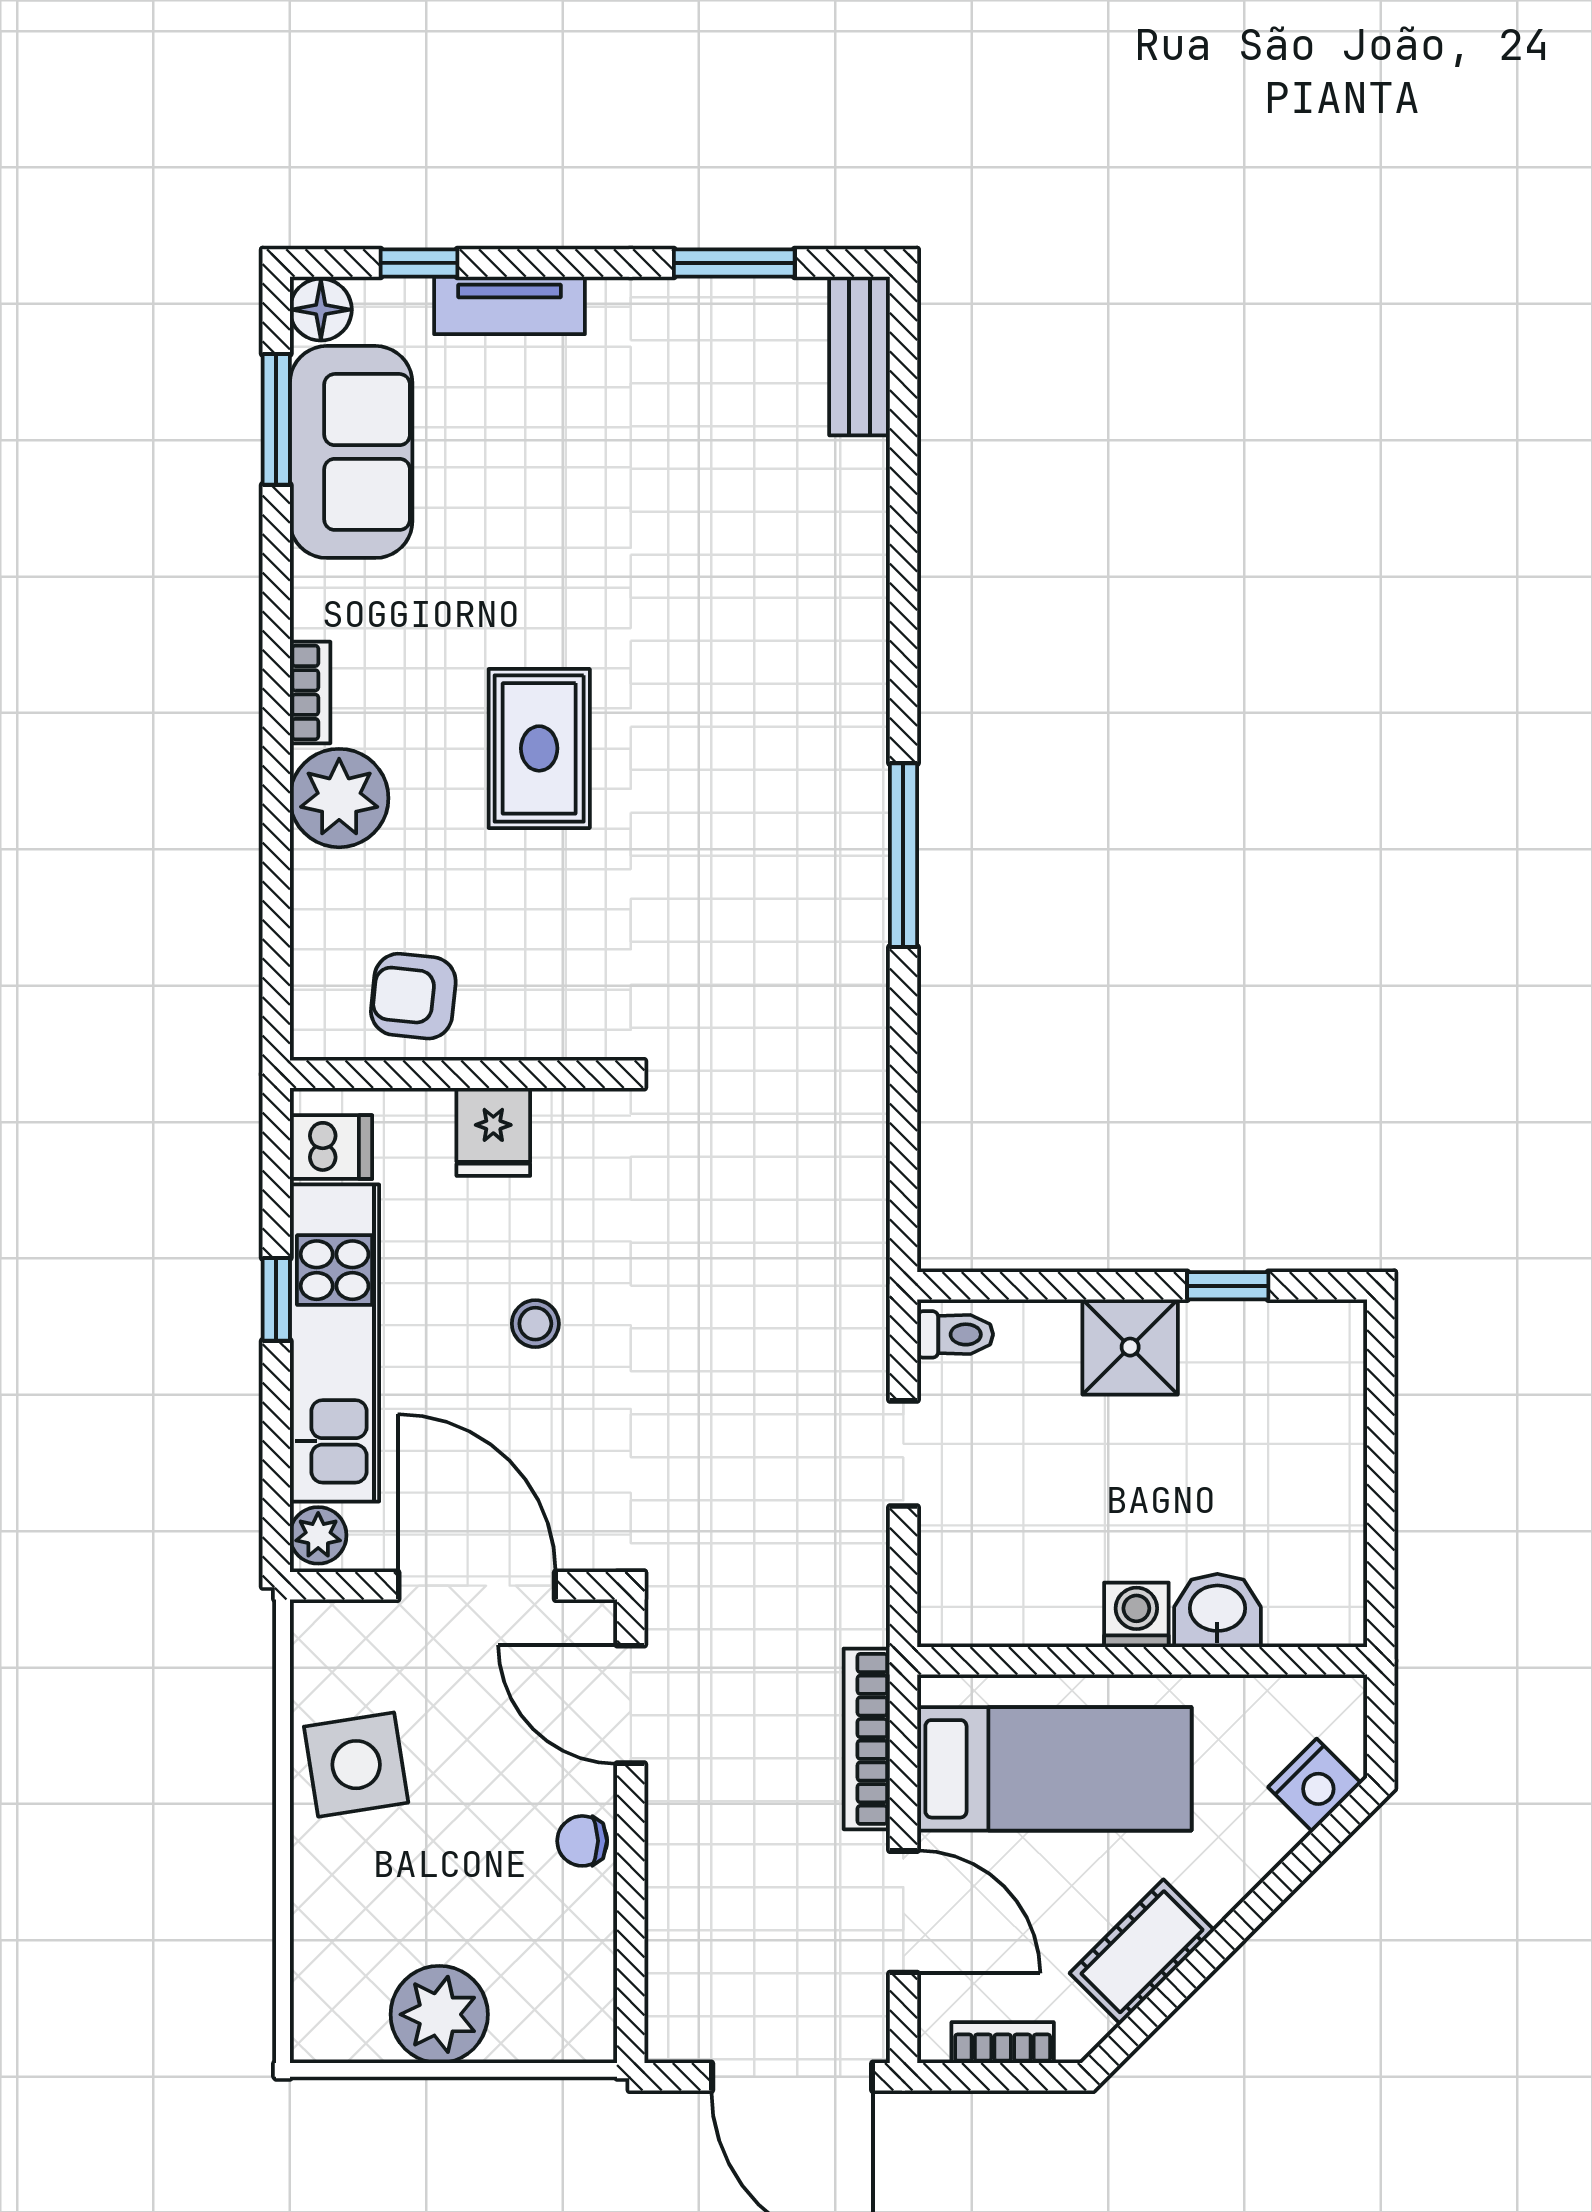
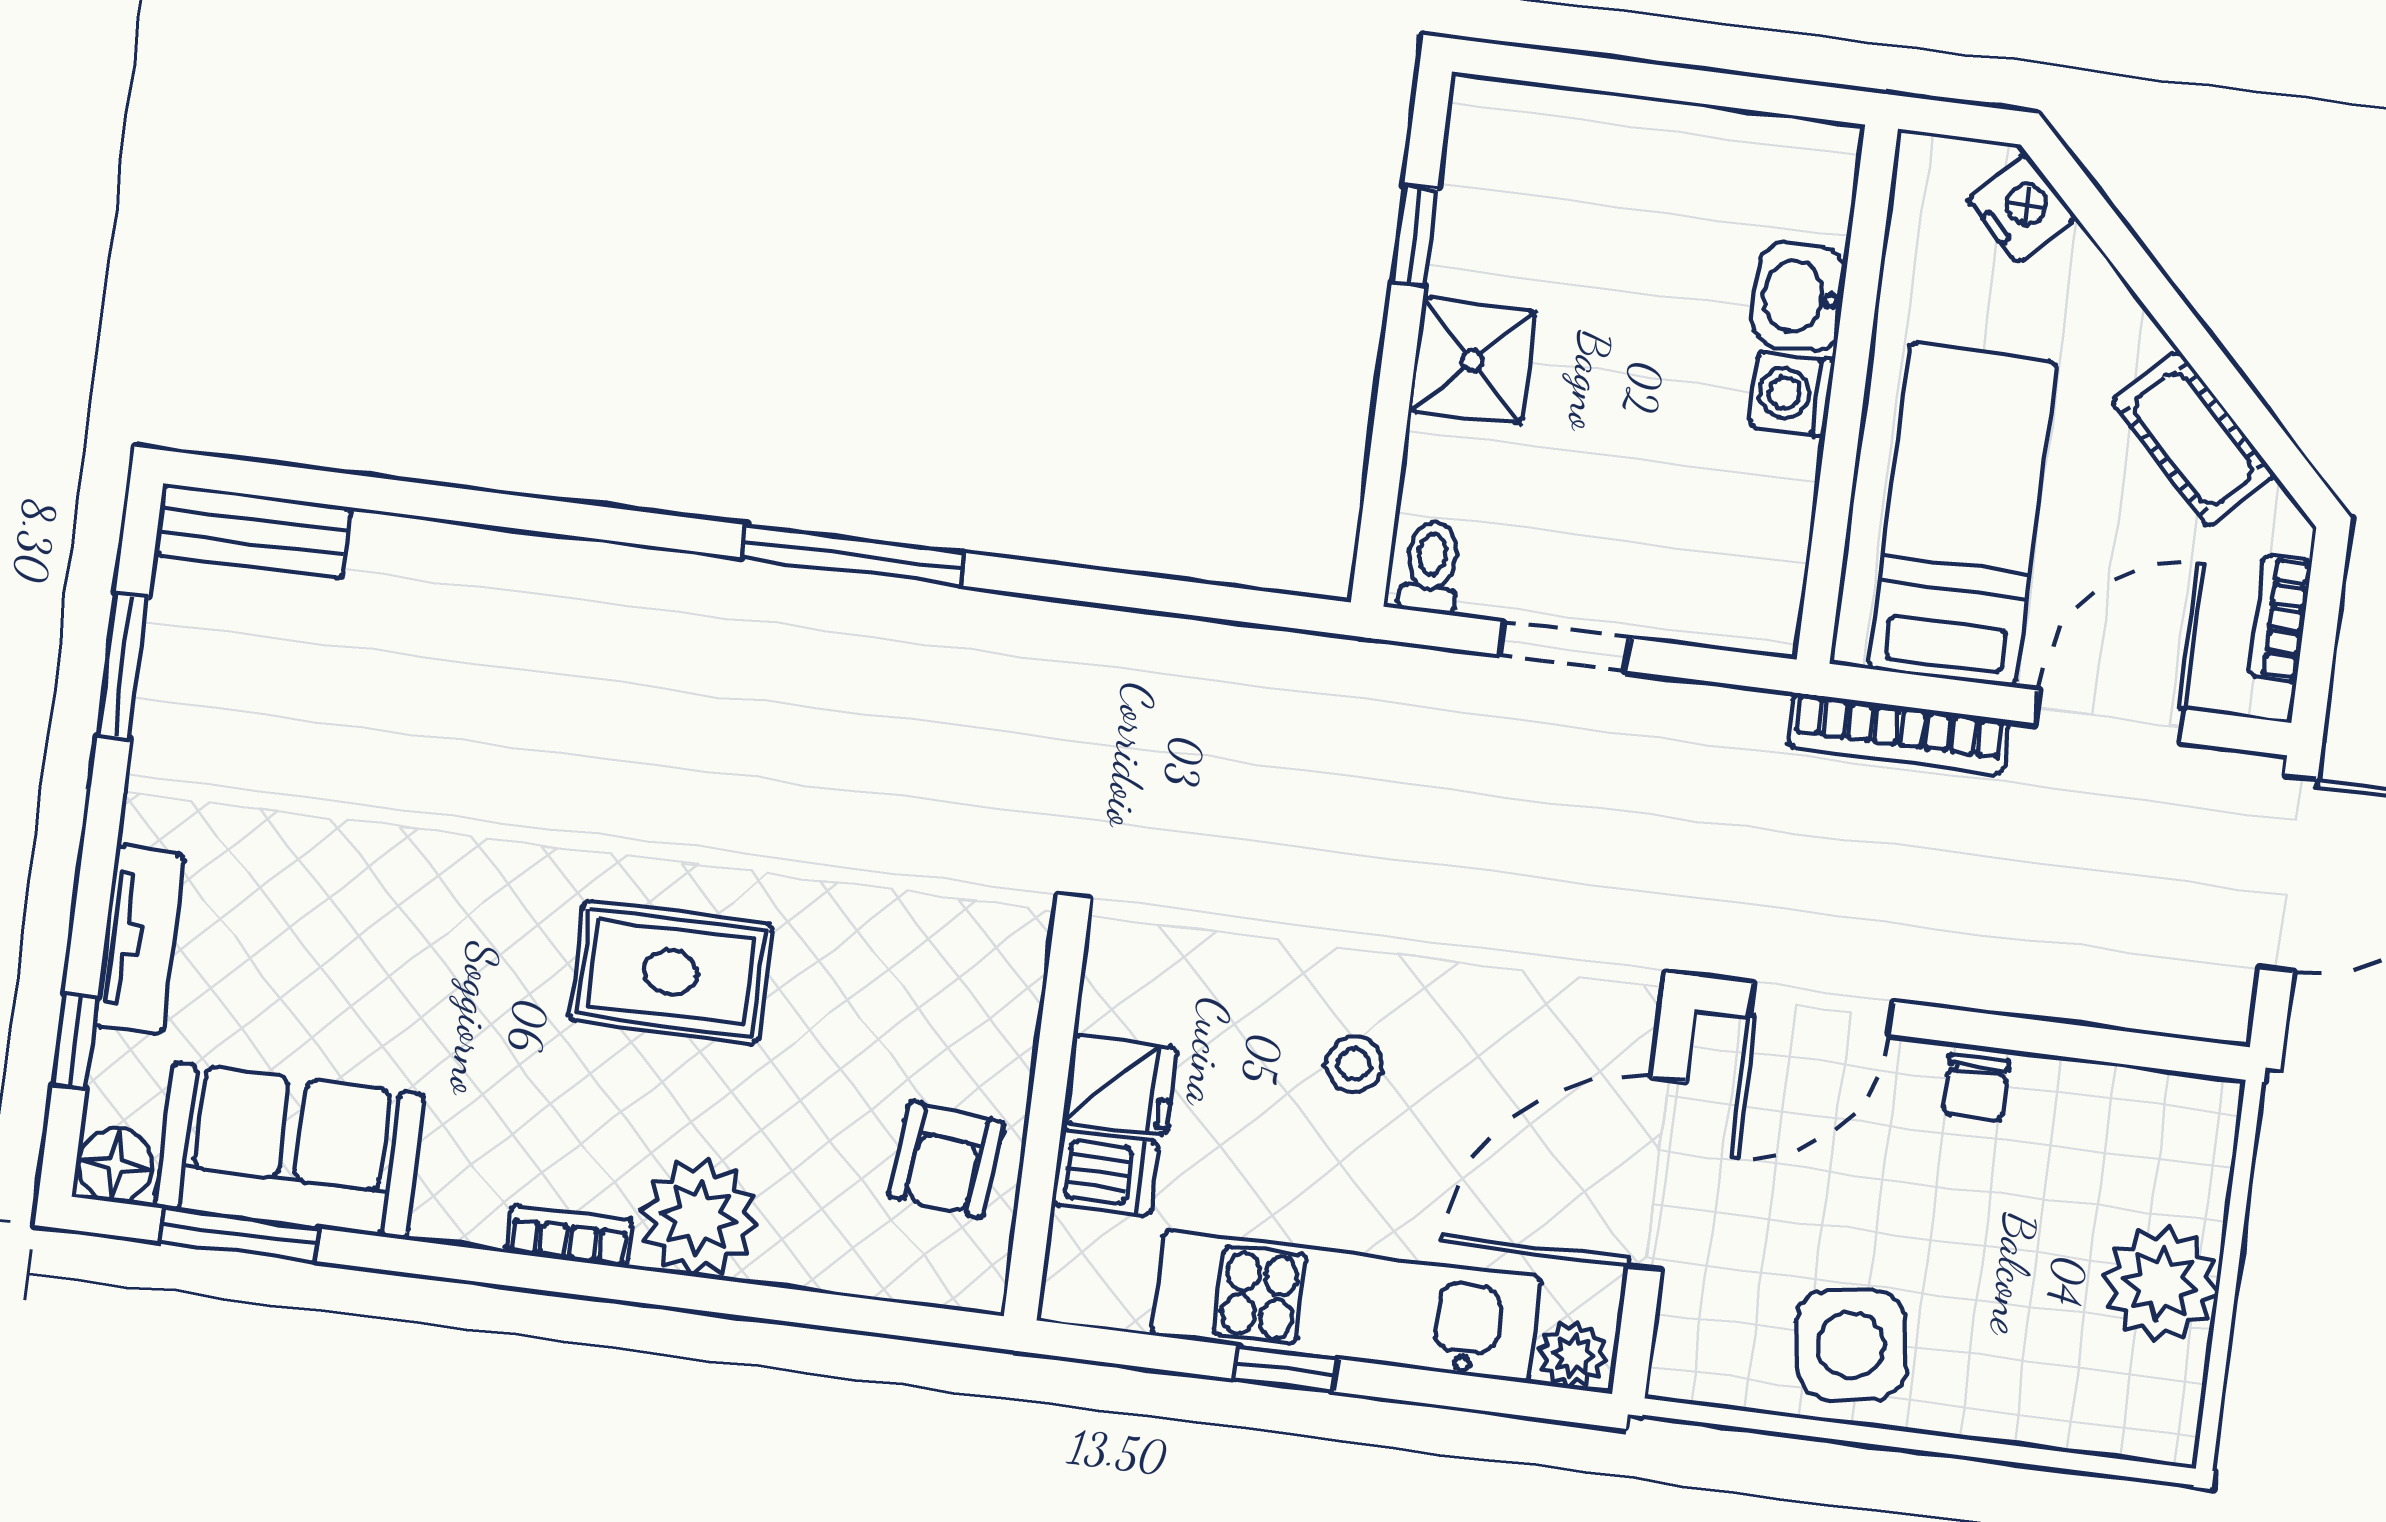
dishwasher: (331, 1147) -> (1105, 1173), moved, turned 90

